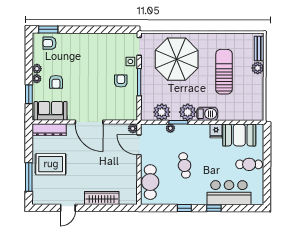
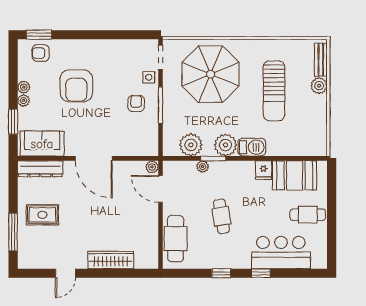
sun lounger: (224, 72) -> (274, 91), turned 180
armchair: (56, 82) -> (76, 86), moved, width x1.88, depth x1.88
rug: (51, 164) -> (42, 215), width x0.73, depth x0.70

